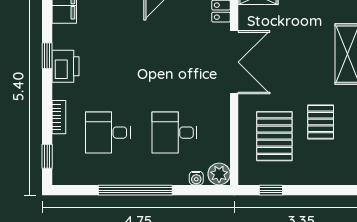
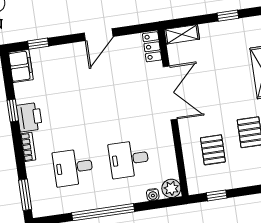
bookcase: (59, 117) -> (28, 147), moved
pallet: (274, 136) -> (213, 150), width x0.67, depth x0.71
window: (47, 156) -> (25, 195), width x1.50

